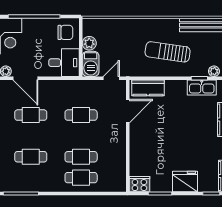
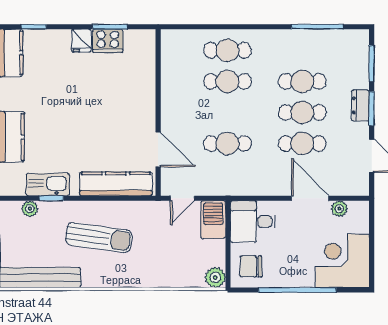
plant: (89, 43) -> (215, 277), moved
kitchen counter: (148, 88) -> (116, 184), width x1.50
door: (128, 111) -> (158, 149), swing flipped
cafe table: (31, 136) -> (302, 112), added
fridge: (185, 182) -> (81, 41), width x0.53, depth x0.75
cooker: (139, 184) -> (108, 41), moved

